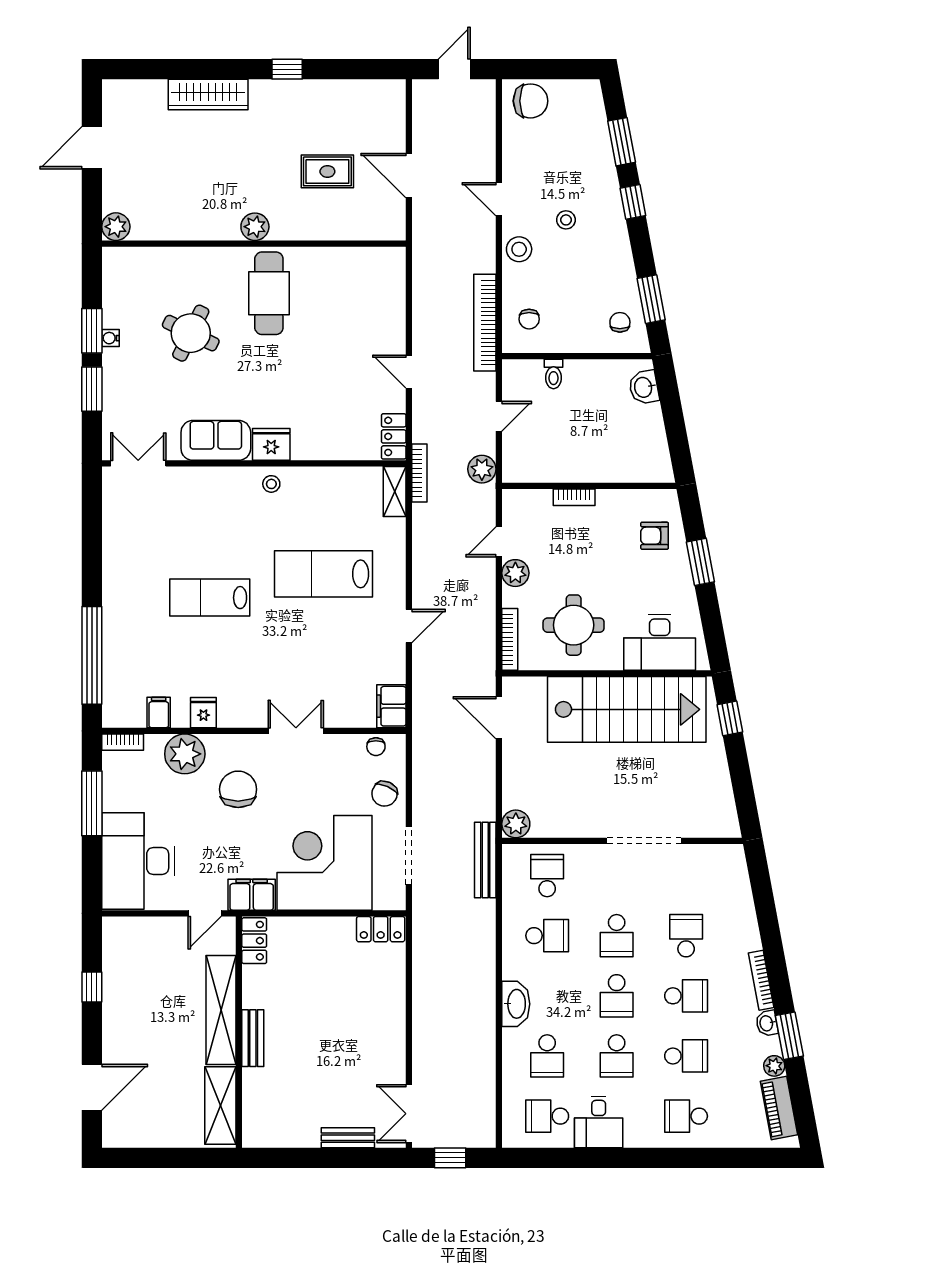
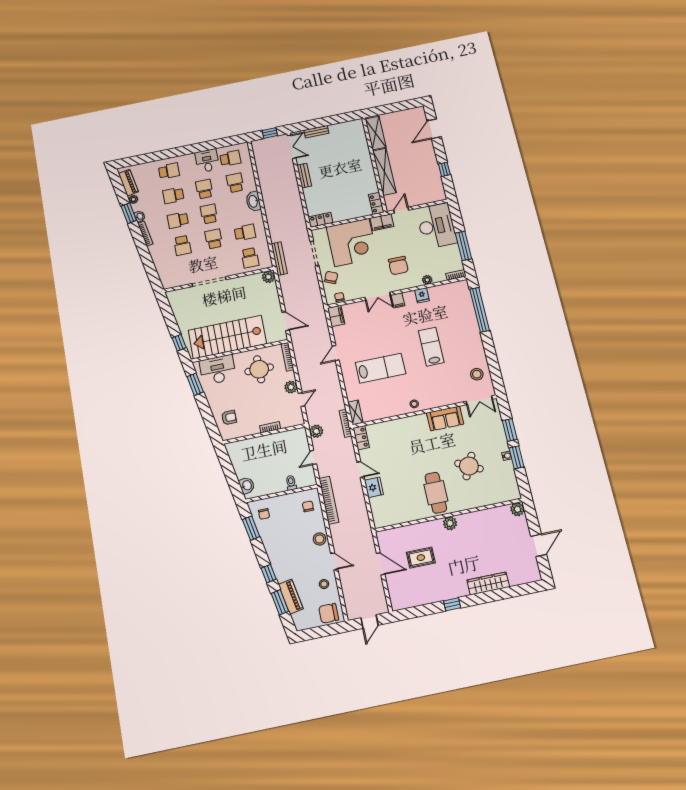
piano: (598, 148) -> (291, 597), added
stool: (566, 220) -> (324, 584), moved
fridge: (271, 444) -> (374, 487), moved, turned -90
stool: (130, 519) -> (477, 374), added
window: (700, 562) -> (195, 384), moved
lab bench: (210, 598) -> (431, 347), turned -90
filing cabinet: (159, 713) -> (398, 300), moved
plant: (185, 754) -> (427, 280), width x0.53, depth x0.53
school desk: (547, 936) -> (245, 232), turned 180
bench: (253, 1038) -> (304, 176), moved

